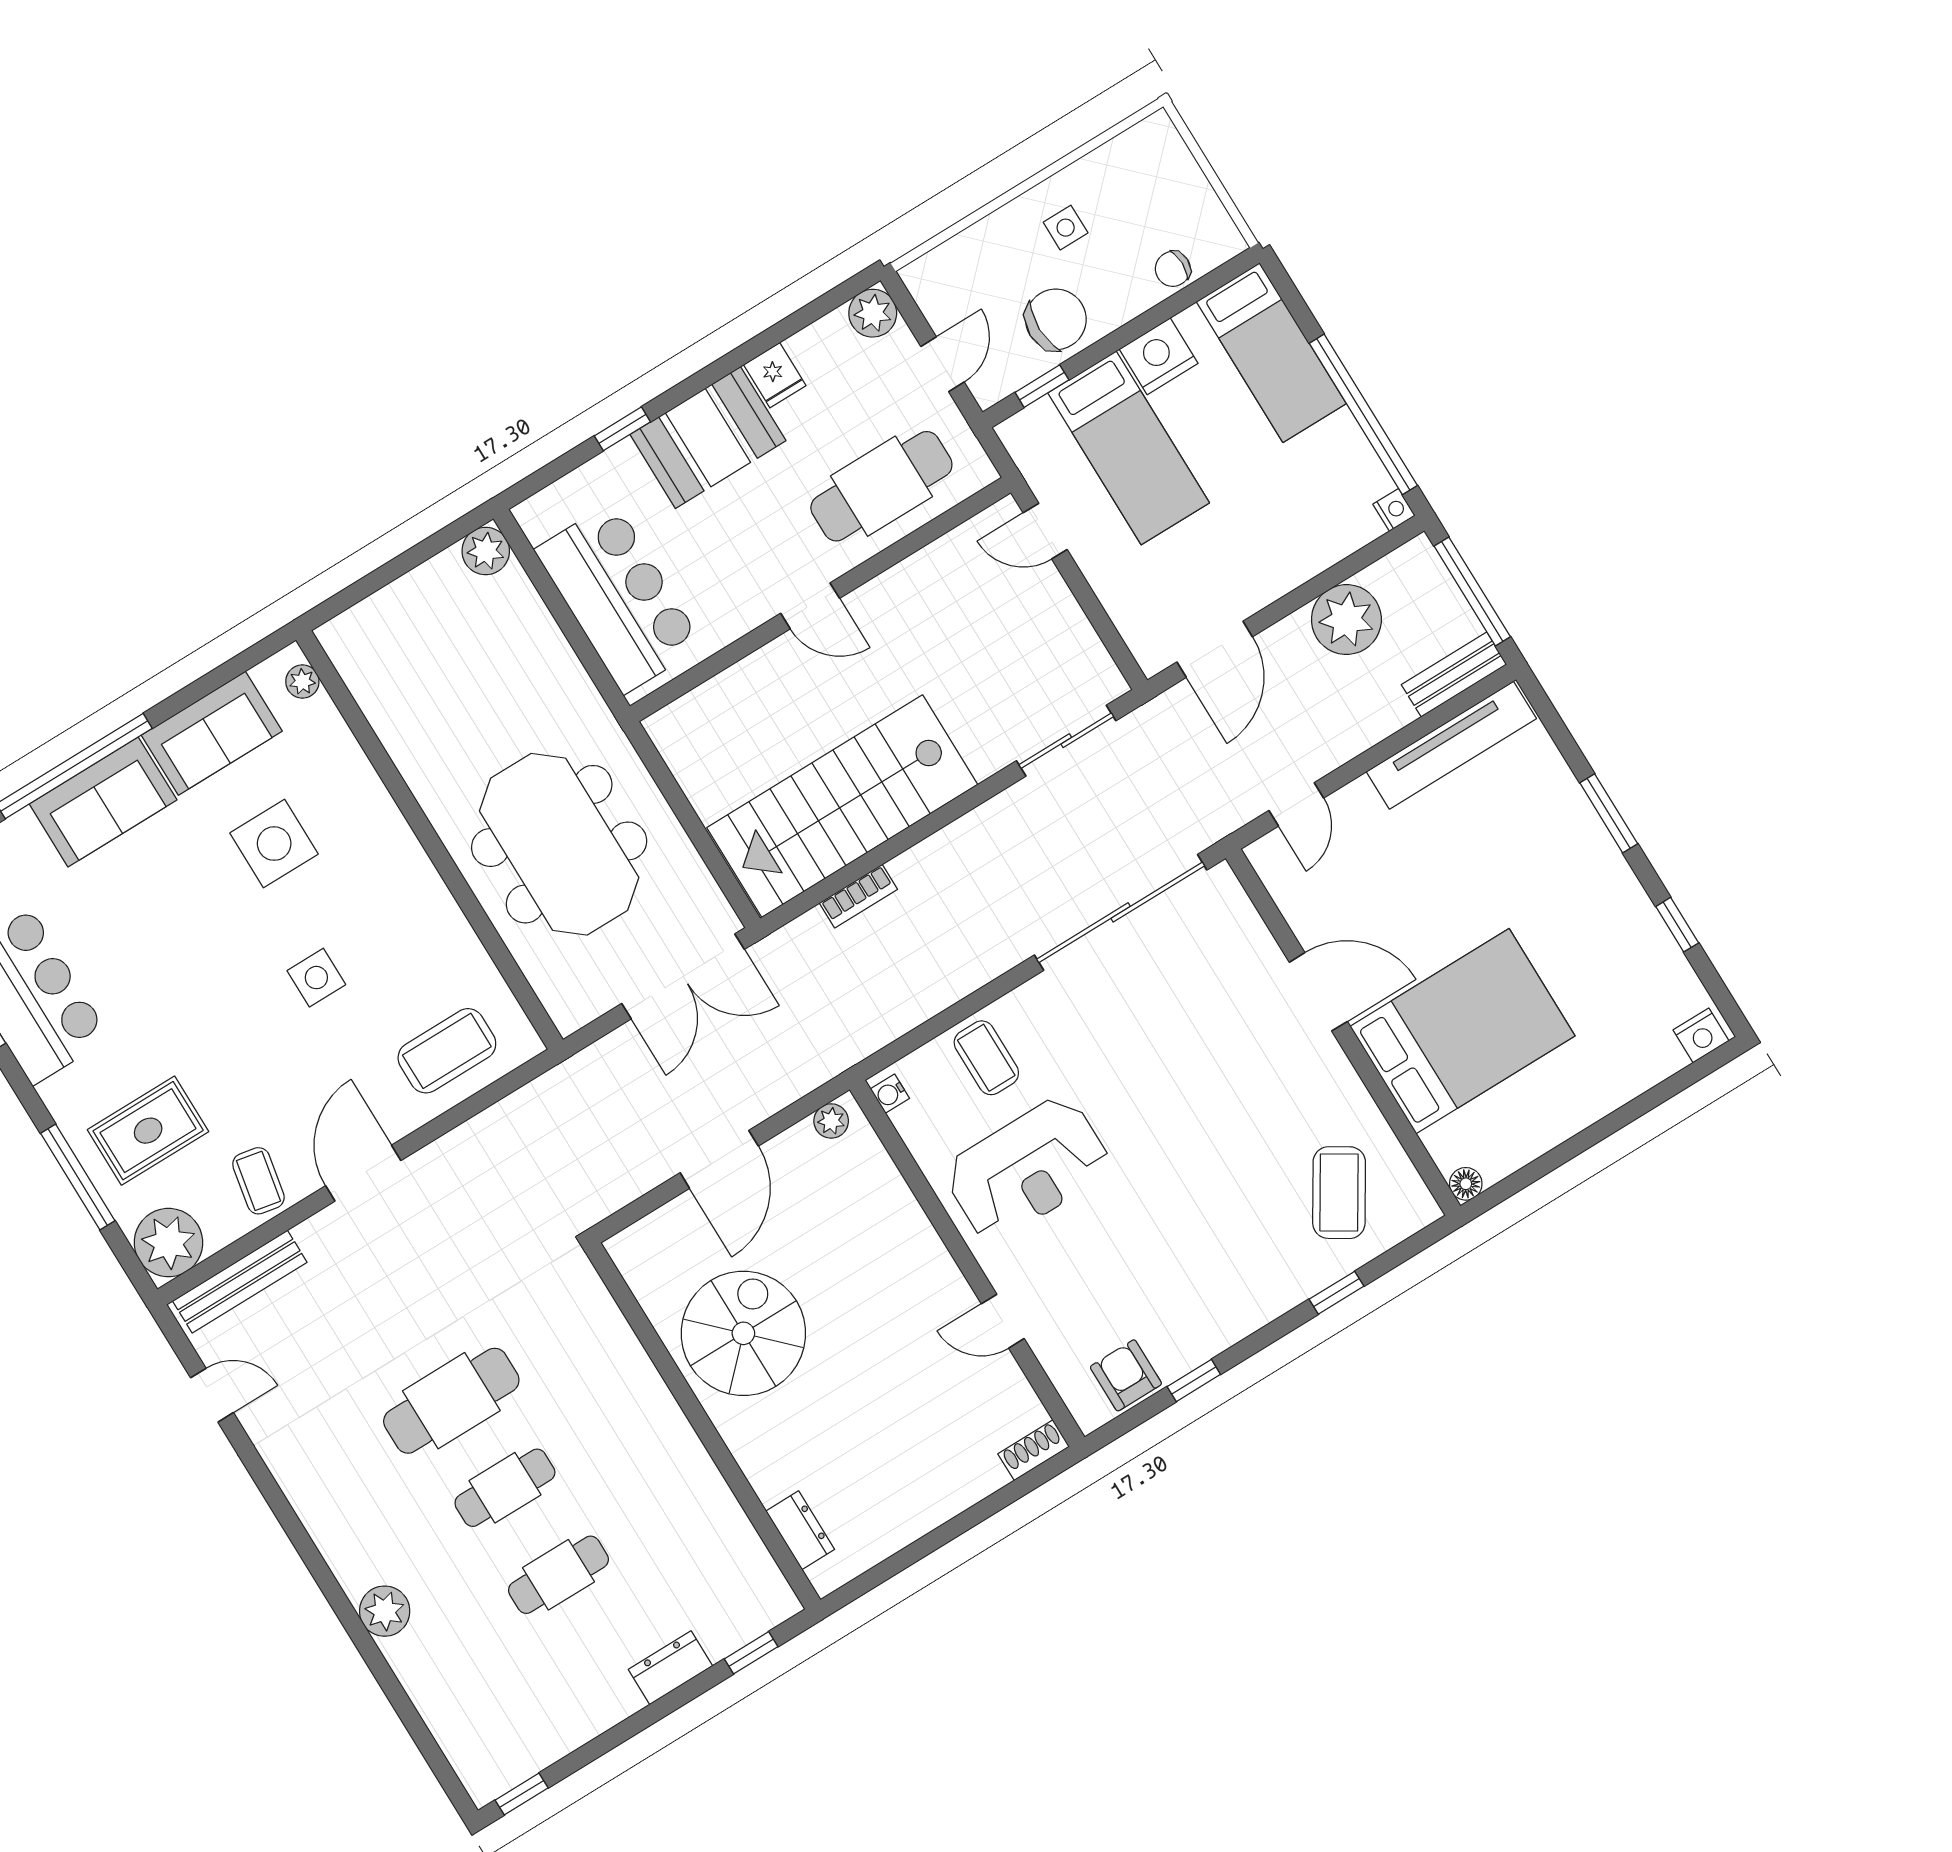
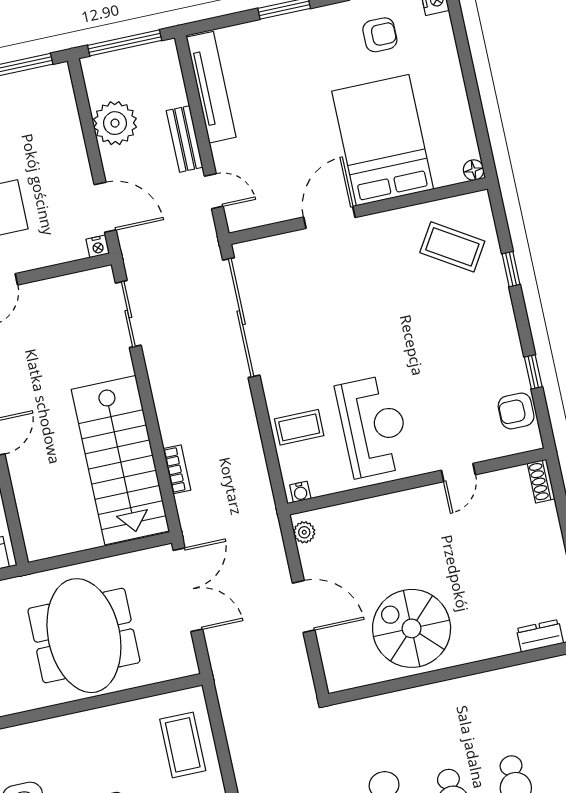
nightstand: (1394, 510) -> (98, 246), moved, turned 180
bench: (1454, 675) -> (185, 139), moved
meeting table: (559, 844) -> (84, 636), turned 90
armchair: (1620, 971) -> (380, 35), added

